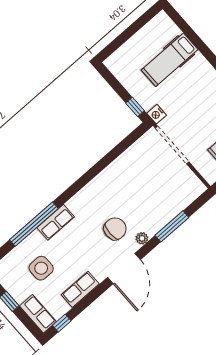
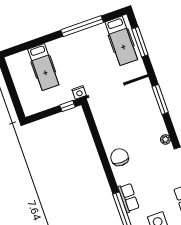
window: (172, 226) -> (160, 99), moved
chair: (115, 229) -> (120, 157), moved

